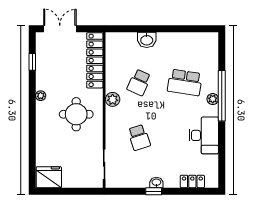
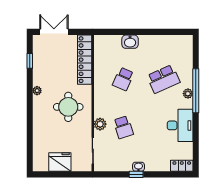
school desk: (185, 82) -> (163, 79), turned -33
plant: (113, 99) -> (100, 124), moved
fridge: (49, 177) -> (60, 162), moved
locker: (192, 181) -> (182, 166), moved

